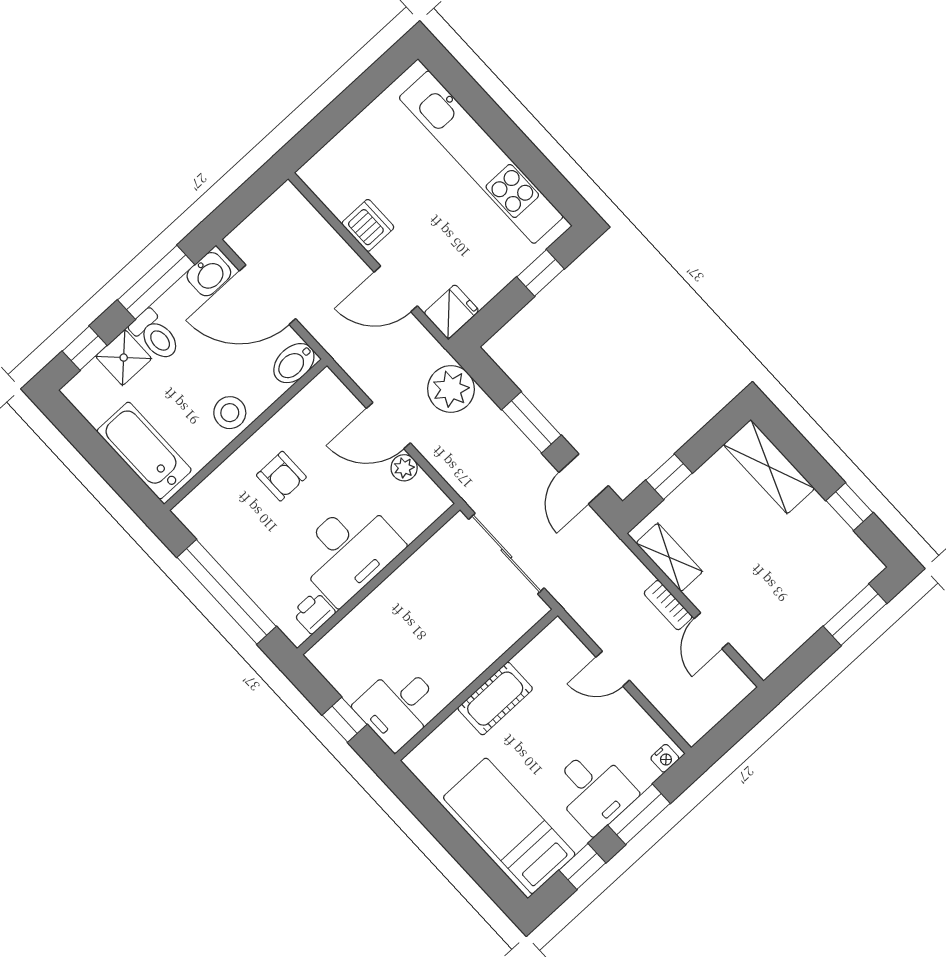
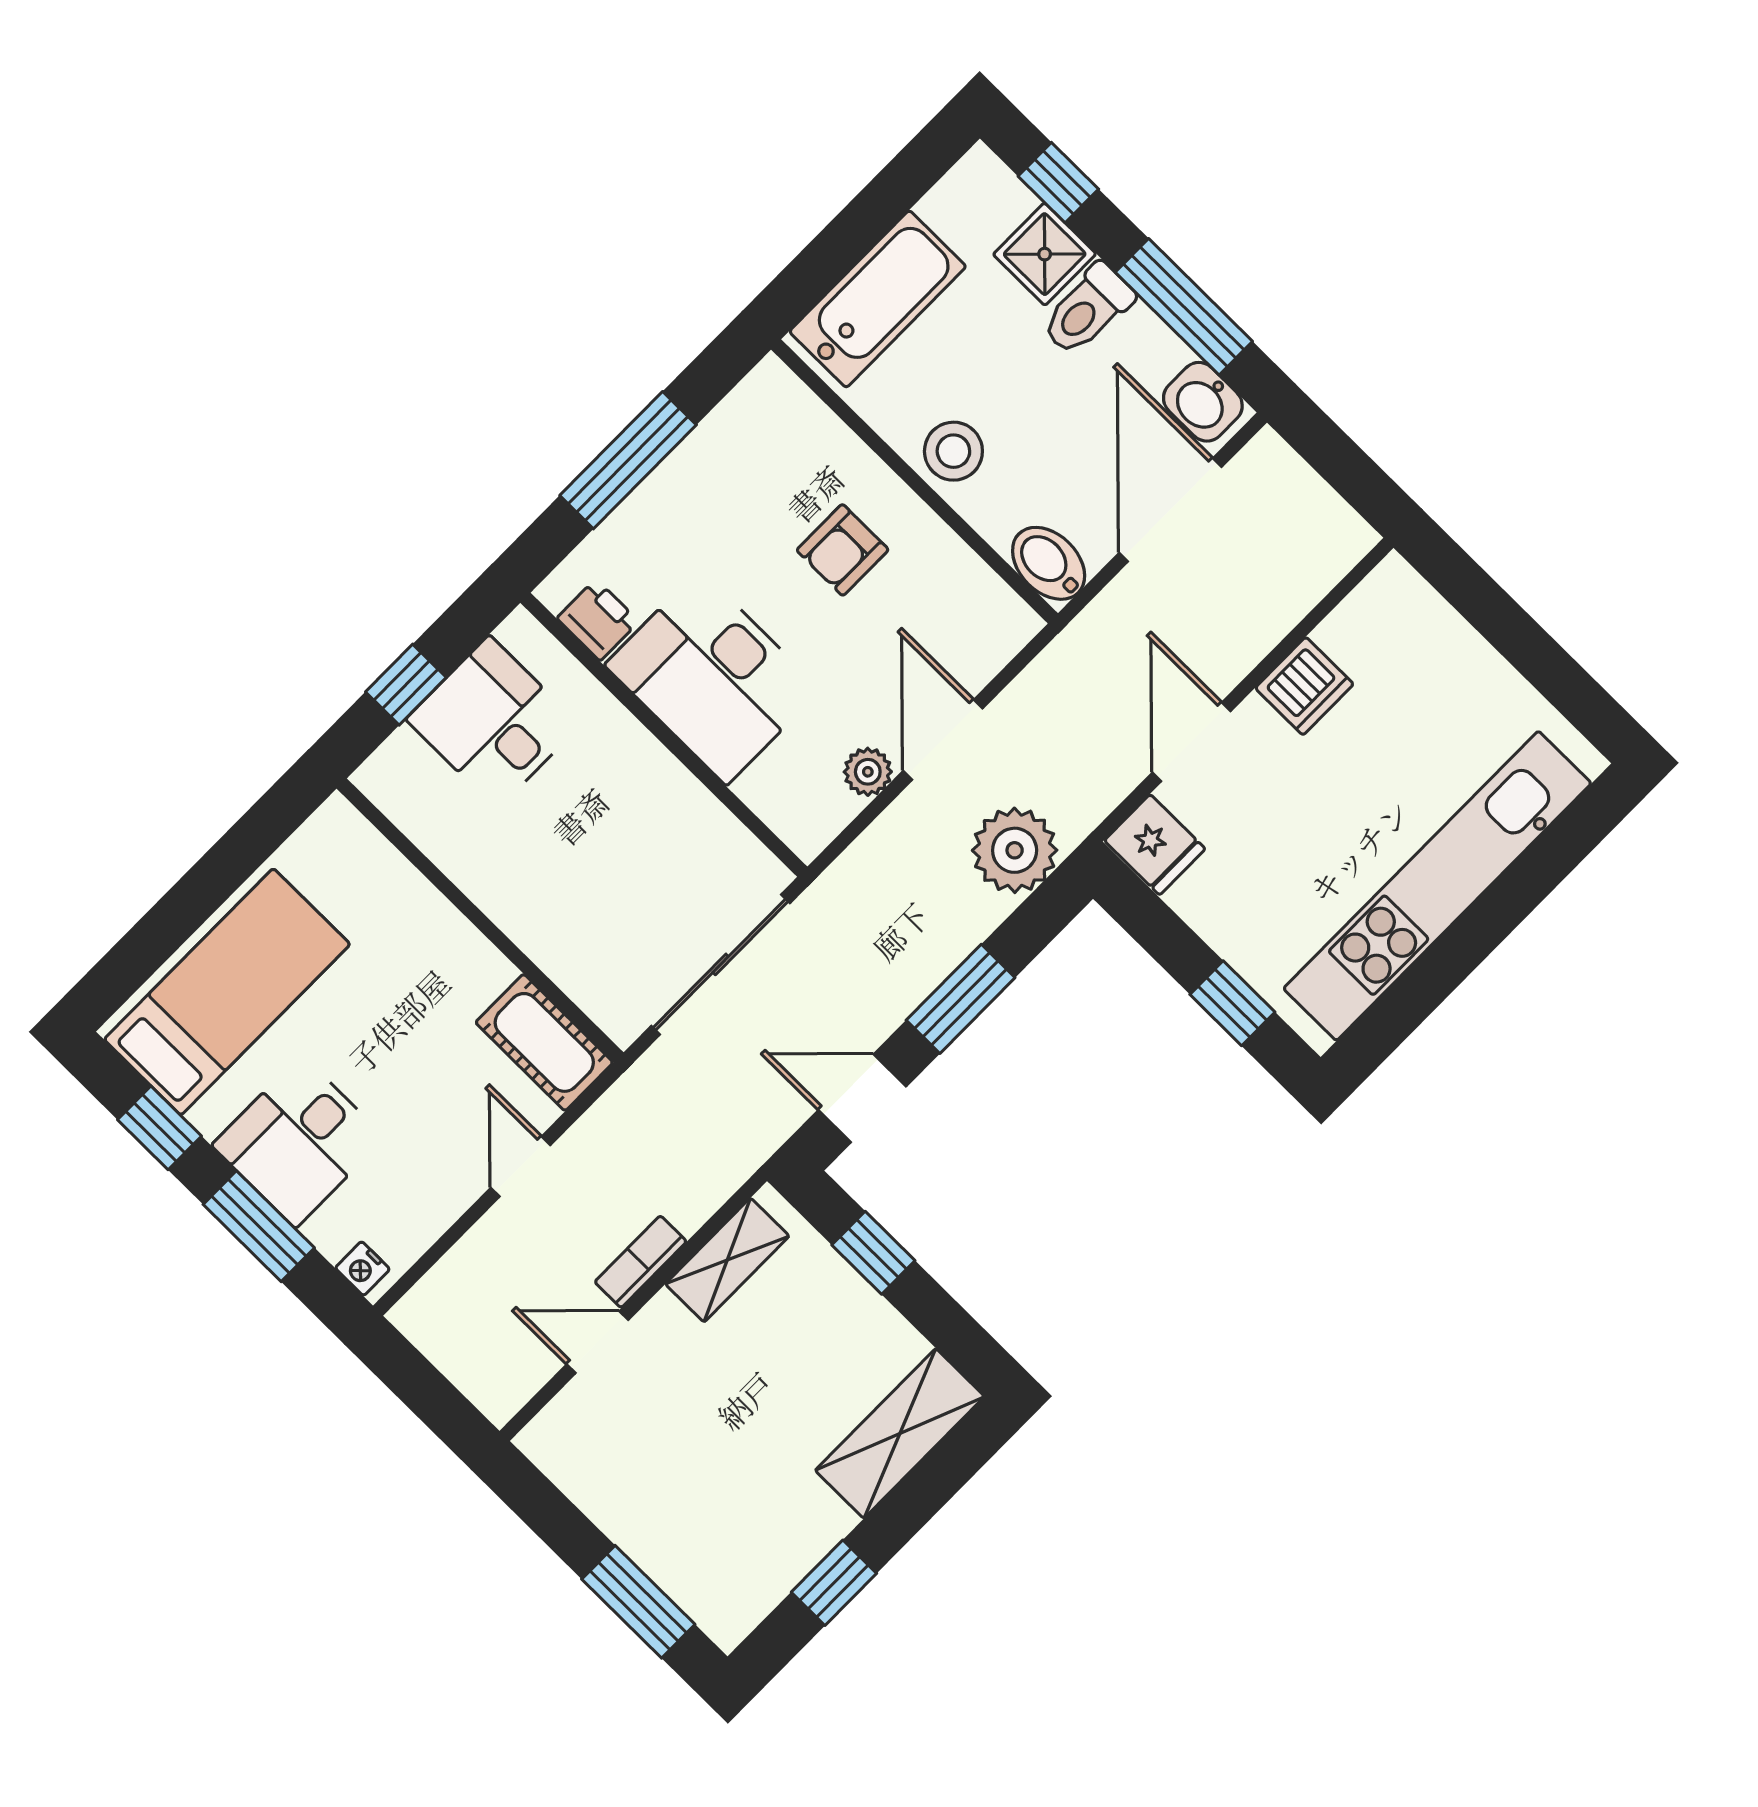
window: (227, 592) -> (628, 460), width x0.68
cot: (495, 699) -> (544, 1042), moved
desk: (398, 706) -> (493, 722), moved

